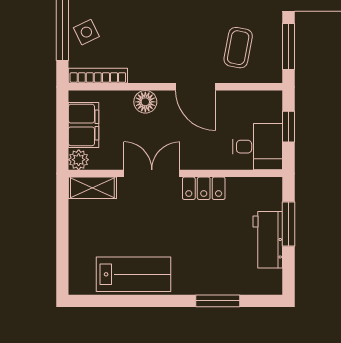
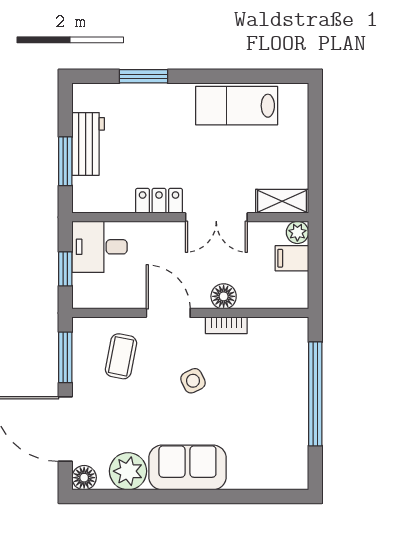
side table: (86, 32) -> (193, 381), moved
bookcase: (98, 76) -> (226, 325), moved, width x0.64
filing cabinet: (84, 125) -> (292, 258), width x0.50

